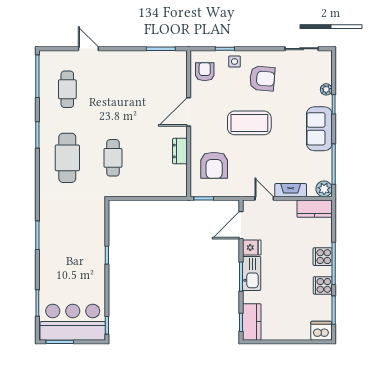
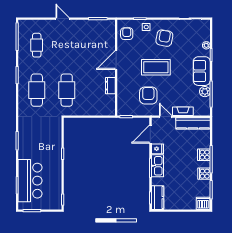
door: (88, 49) -> (63, 19), moved
armchair: (262, 78) -> (164, 38), turned -84
cafe table: (113, 158) -> (67, 90), width x1.37, depth x1.35
armchair: (214, 165) -> (148, 96), moved, turned 180
plant: (324, 189) -> (205, 92), moved
kitchen counter: (315, 209) -> (193, 123), width x1.50
bar counter: (73, 322) -> (30, 181), moved, turned 90

